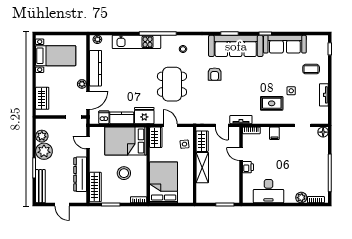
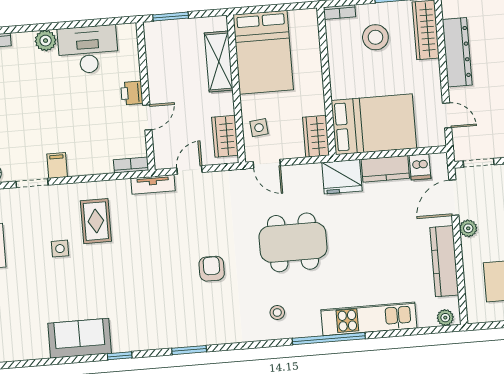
sofa: (285, 44) -> (80, 338), width x0.73
sofa: (236, 46) -> (175, 327), removed
coffee table: (311, 69) -> (25, 294), removed
dining table: (172, 84) -> (293, 242), turned 90
rug: (272, 103) -> (96, 221), turned 90
door: (170, 125) -> (267, 164), moved
door: (222, 125) -> (189, 170), hinge flipped
filing cabinet: (274, 133) -> (57, 165), moved
door: (241, 154) -> (147, 117), hinge flipped
shelving: (202, 168) -> (219, 62), moved
stool: (124, 173) -> (375, 37), moved
bed: (164, 182) -> (263, 52), moved
plant: (301, 198) -> (46, 41), moved

